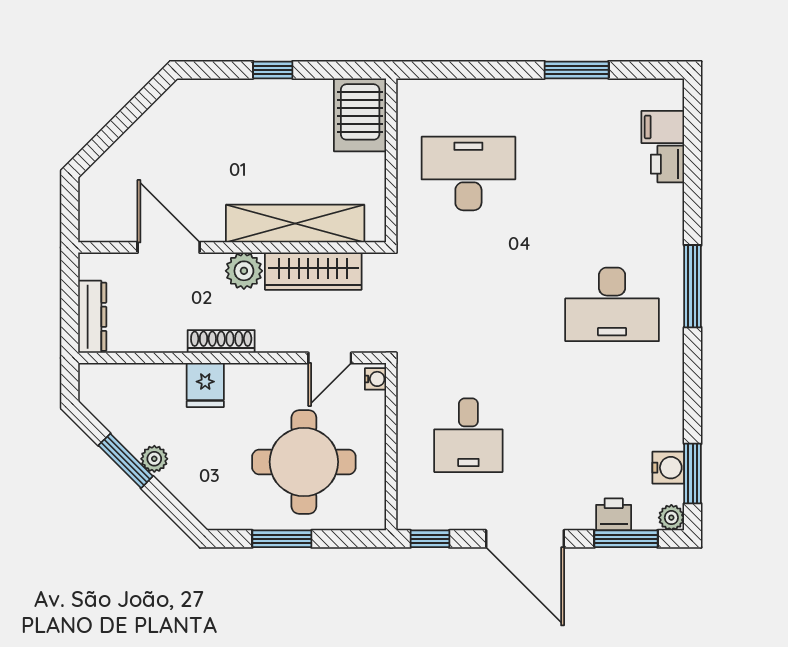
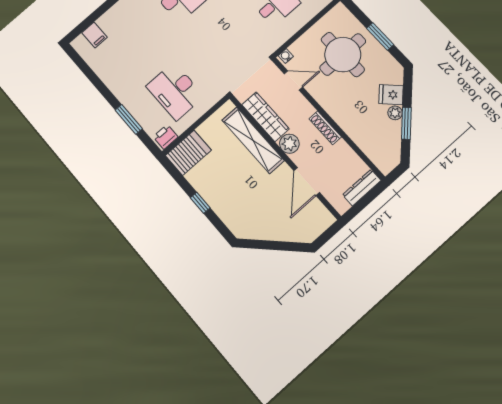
window: (577, 70) -> (129, 119), moved
printer: (667, 164) -> (165, 137), moved, turned 180
fridge: (205, 385) -> (391, 95), moved, turned -135

